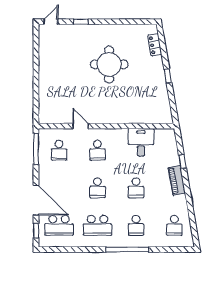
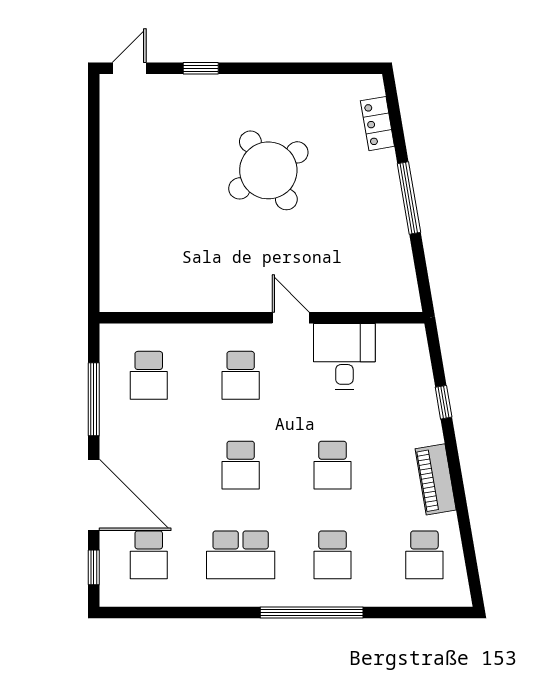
round table: (109, 64) -> (268, 170), turned -32
window: (168, 76) -> (409, 198), width x2.17
door: (81, 126) -> (291, 318), moved
window: (36, 149) -> (94, 399), moved
piano: (177, 180) -> (436, 479), moved
school desk: (59, 225) -> (149, 555), width x0.54

